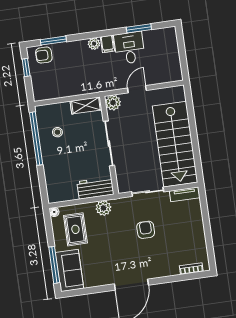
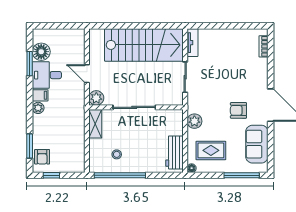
floor lamp: (153, 39) -> (41, 52), added
workbench: (95, 188) -> (174, 152), moved
armchair: (146, 230) -> (238, 110), moved
sofa: (69, 270) -> (257, 144), moved, turned -90

